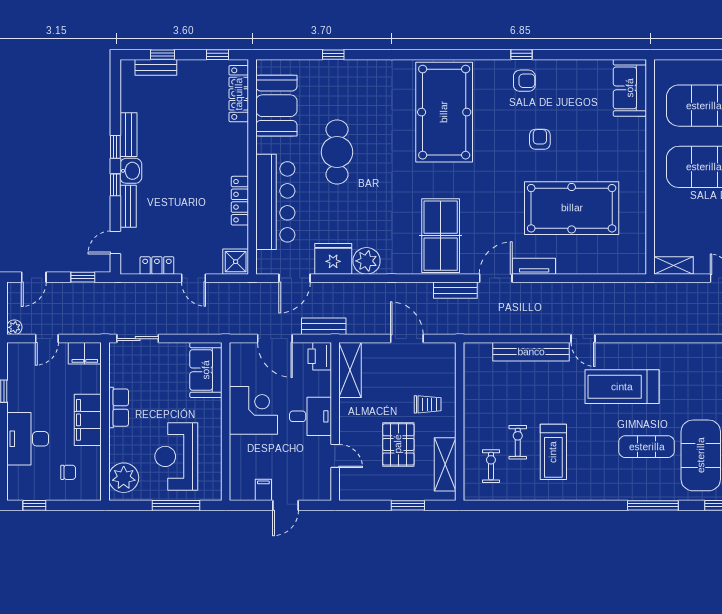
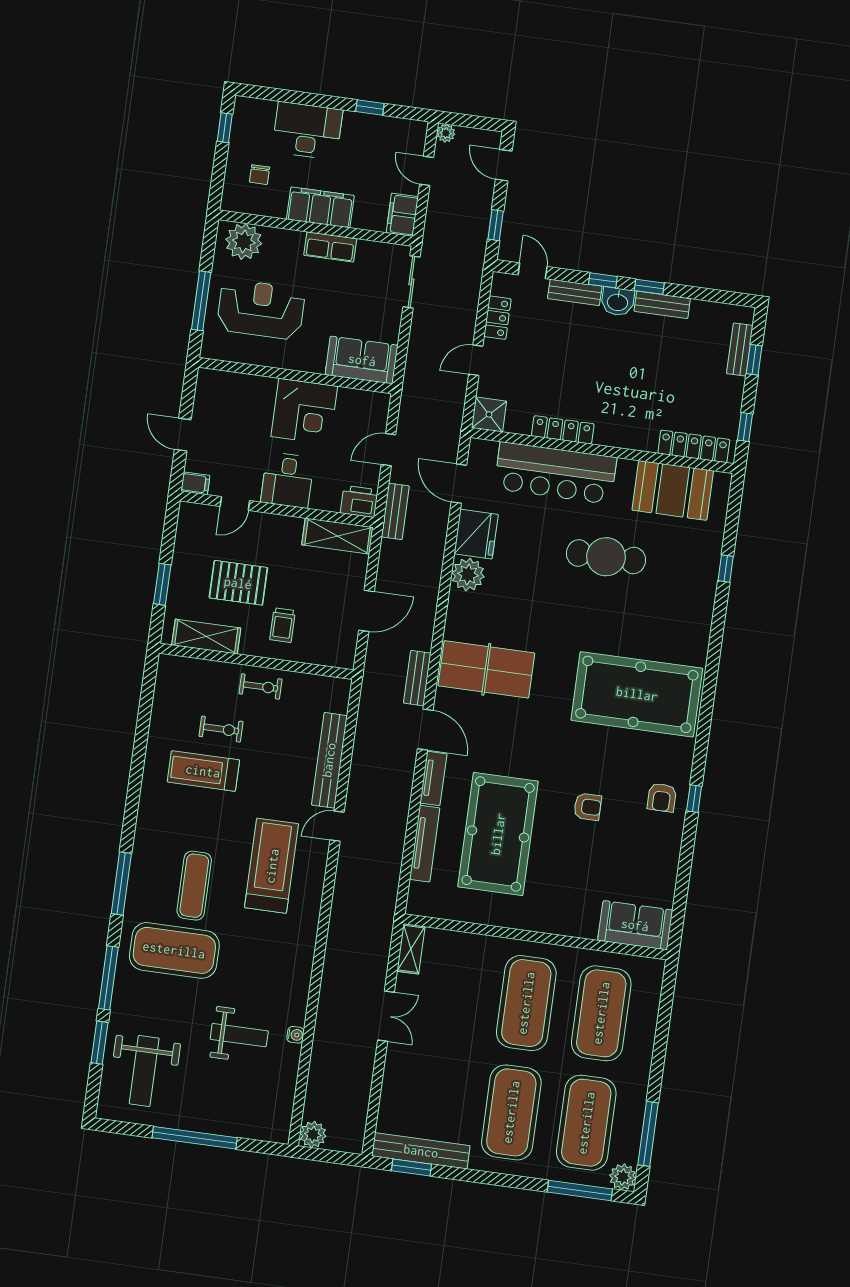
tv unit: (587, 266) -> (425, 844), added
door: (275, 339) -> (388, 450), width x0.73
exercise bike: (491, 466) -> (261, 686), moved
filing cabinet: (263, 490) -> (195, 483), moved

